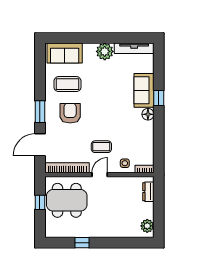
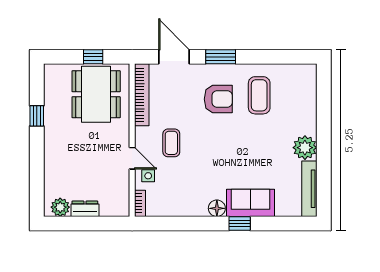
sofa: (65, 53) -> (303, 91), removed
door: (100, 175) -> (132, 158), moved
dresser: (148, 192) -> (85, 209), moved

